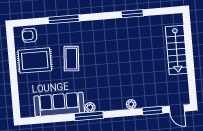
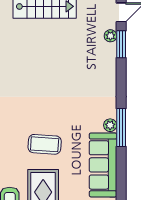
plant: (131, 104) -> (110, 36), moved

